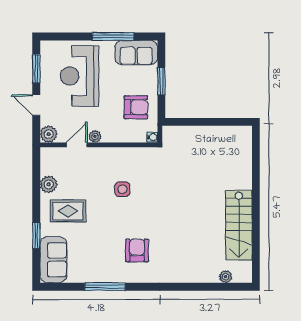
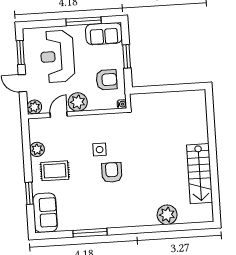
plant: (95, 137) -> (78, 102), width x1.88, depth x1.88
armchair: (137, 250) -> (112, 172), moved
plant: (226, 277) -> (167, 215), moved, width x1.88, depth x1.88

